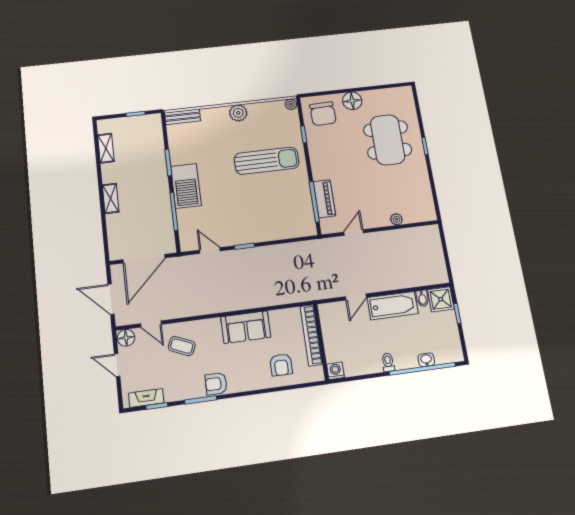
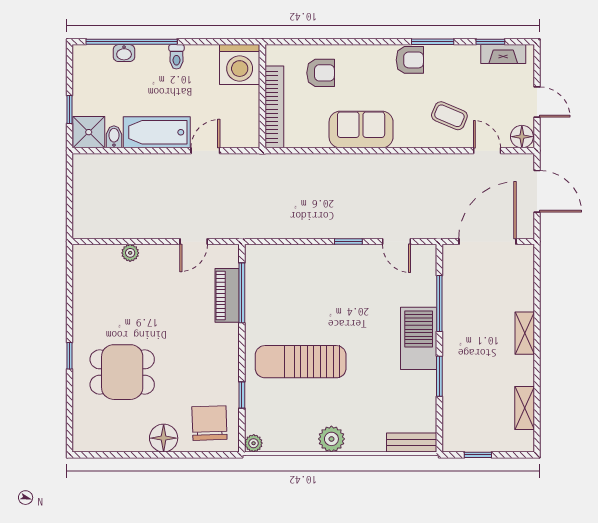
dining table: (388, 140) -> (122, 372), width x0.73
armchair: (281, 365) -> (321, 73), turned 90
washing machine: (335, 371) -> (240, 65), width x1.89, depth x1.89

